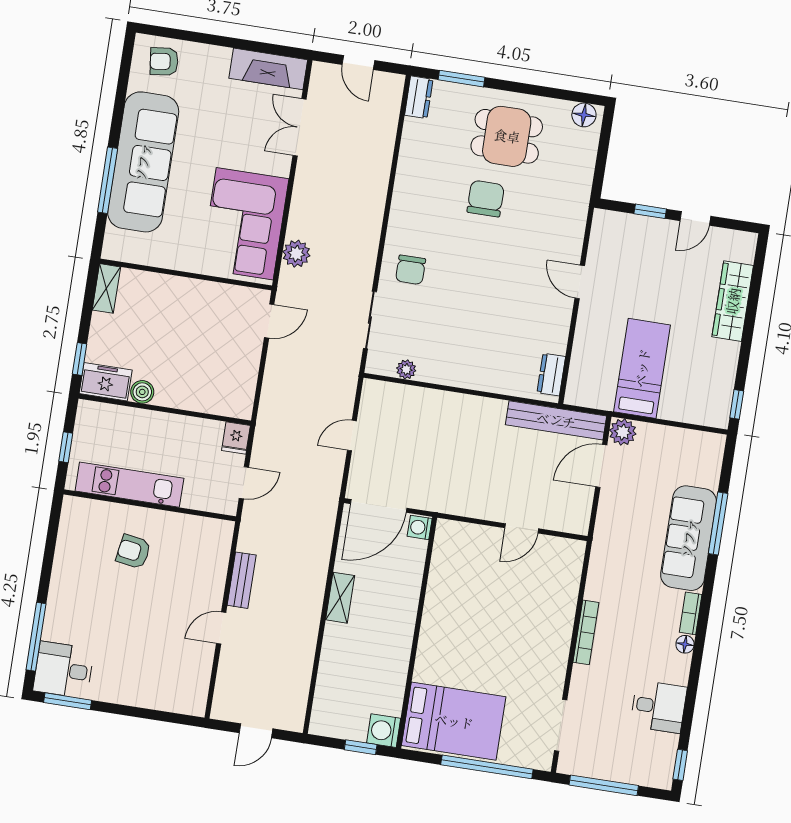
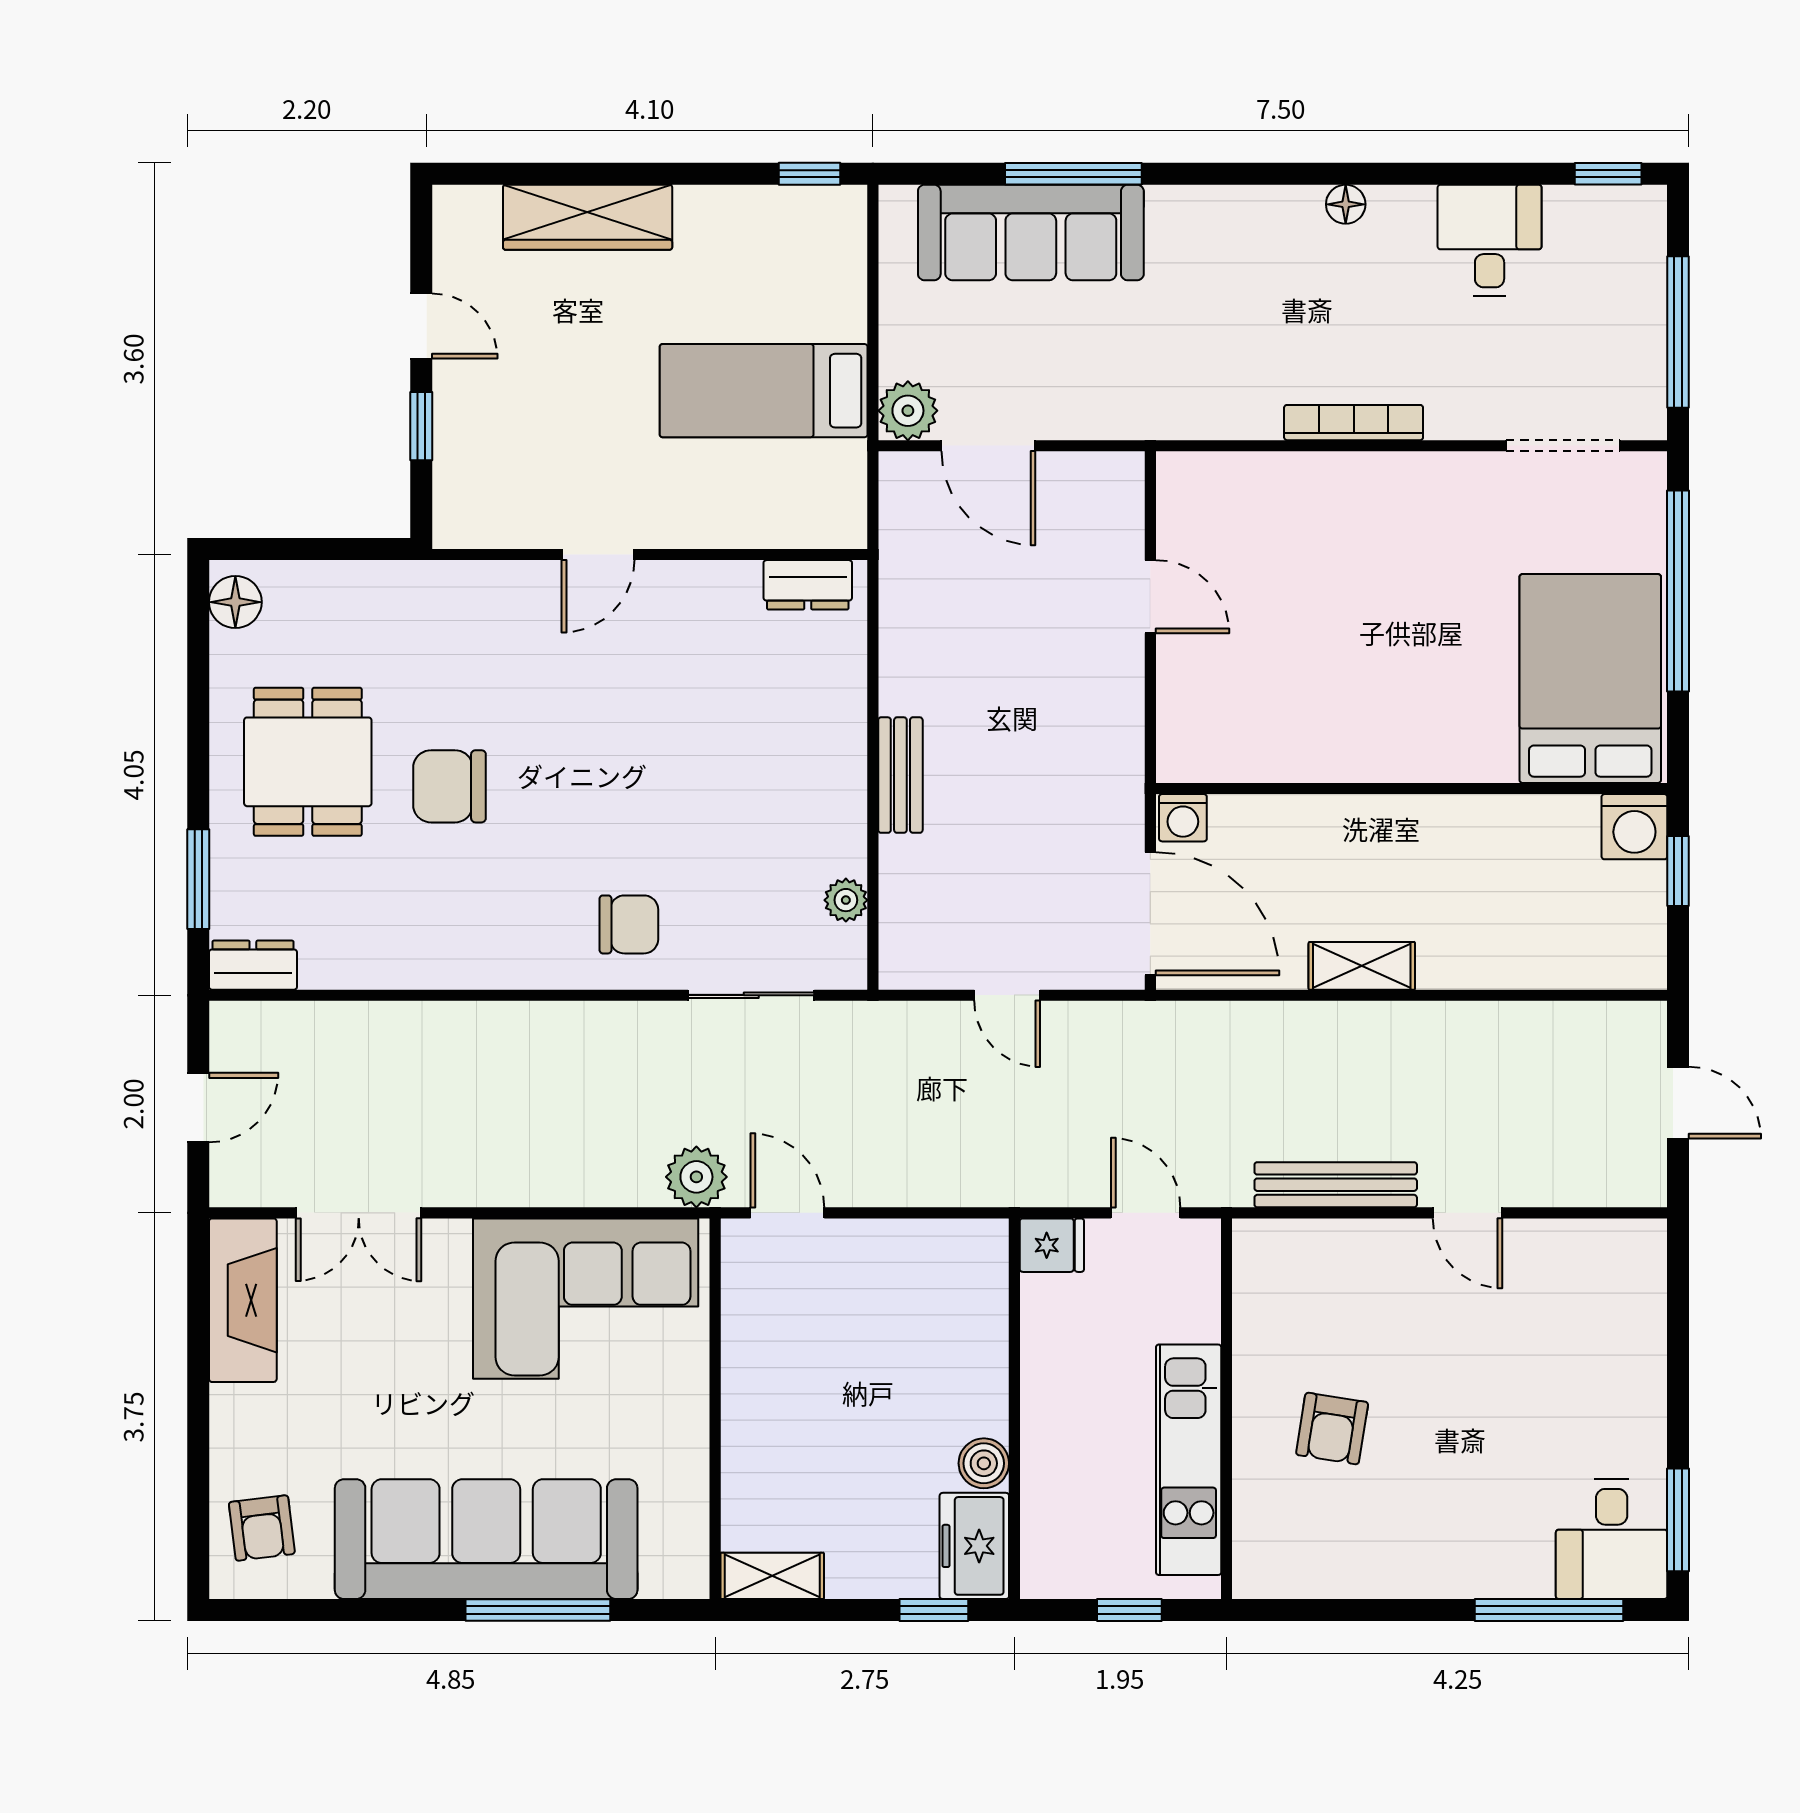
plant: (296, 254) -> (696, 1177), moved
bench: (556, 420) -> (900, 775), moved, width x0.54, depth x0.82
sofa: (689, 538) -> (1031, 233), moved
bench: (242, 580) -> (1336, 1185), width x1.36
bookcase: (691, 613) -> (1277, 202), removed

